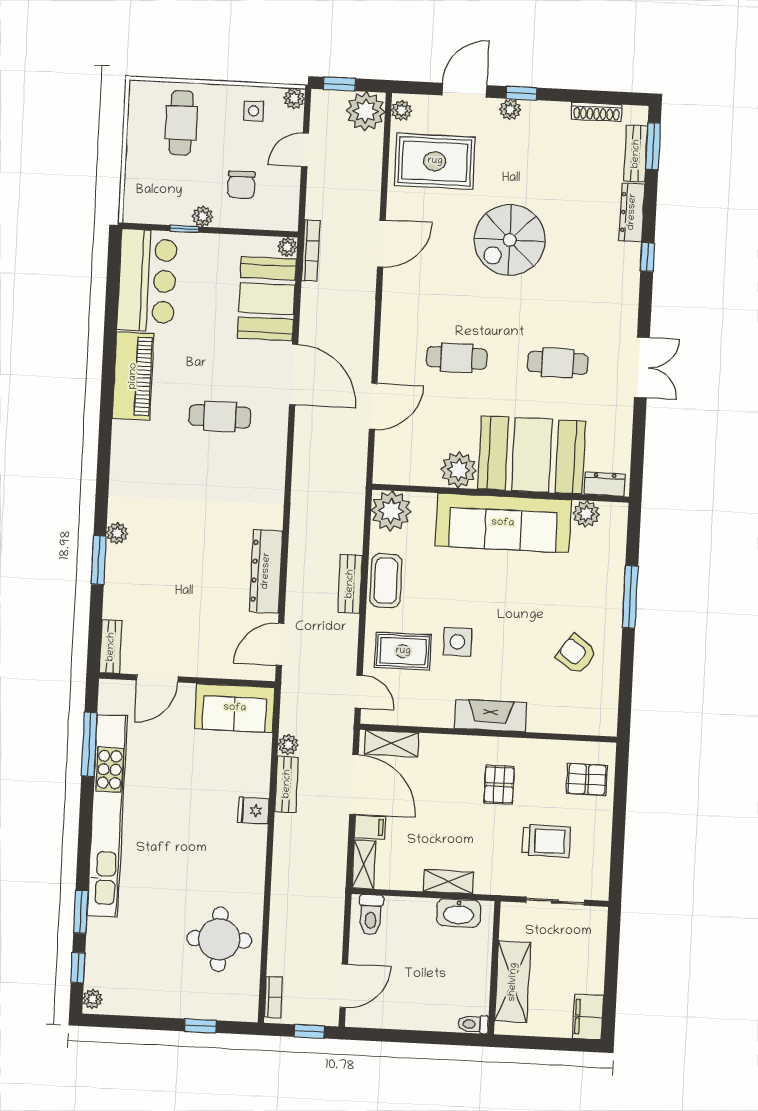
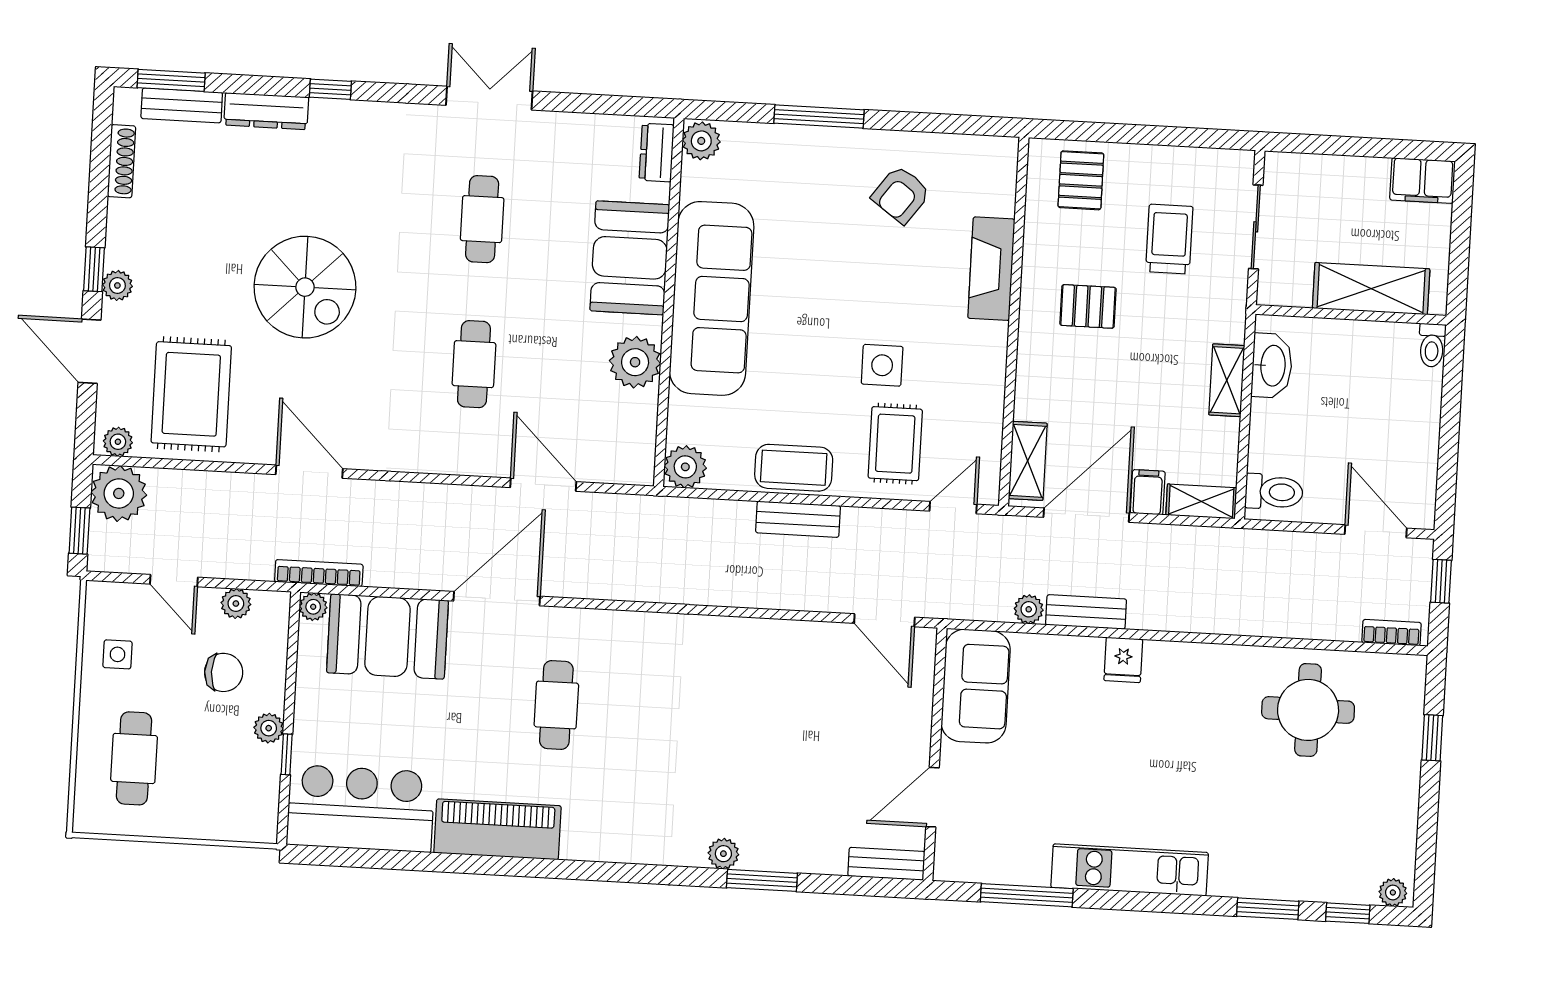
plant: (294, 98) -> (236, 604), moved
cafe table: (181, 123) -> (134, 758), turned 90
booth: (532, 455) -> (630, 258), width x0.73, depth x0.70
plant: (391, 511) -> (685, 467), width x0.73, depth x0.73
plant: (586, 514) -> (701, 141), moved
dresser: (266, 571) -> (779, 640), removed
door: (157, 678) -> (932, 797), swing flipped
fireplace: (491, 716) -> (991, 269), moved
kitchen unit: (107, 816) -> (1130, 870), width x0.54

